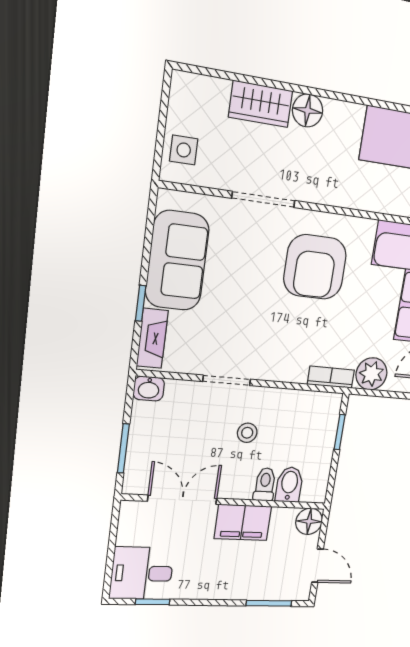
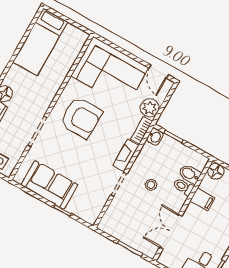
fireplace: (152, 338) -> (126, 155), moved, turned -90
washbasin: (149, 389) -> (155, 137), moved
filing cabinet: (243, 522) -> (202, 199), width x0.50

